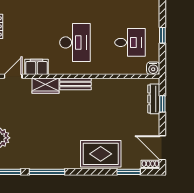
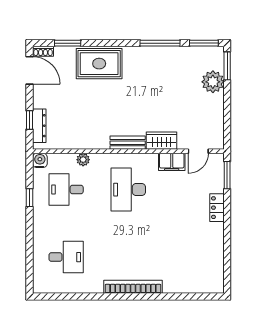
plant: (115, 69) -> (83, 160), added

